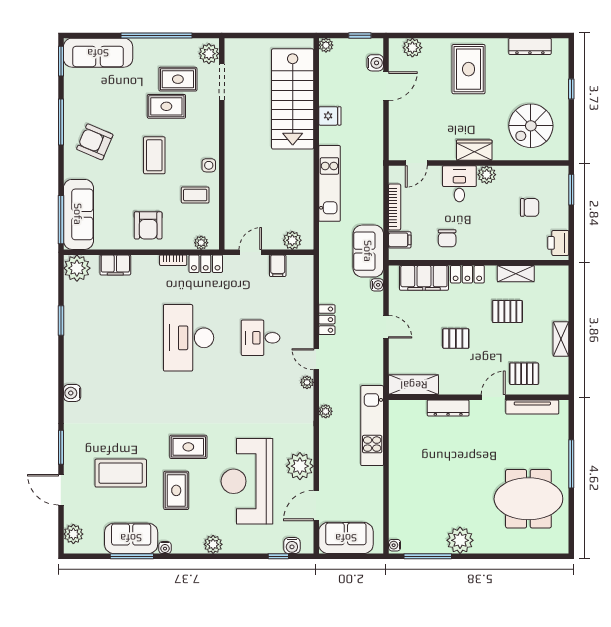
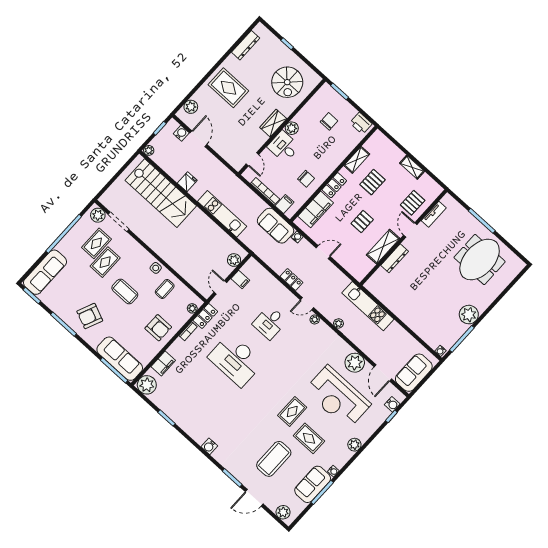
shelving: (414, 385) -> (383, 247), moved
tv unit: (532, 407) -> (434, 214), width x0.71

